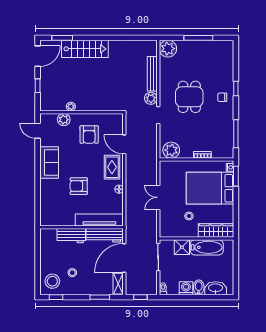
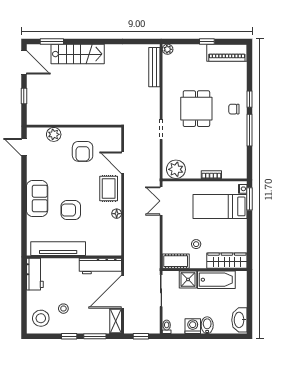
window: (198, 38) -> (207, 41), width x0.46
piano: (216, 48) -> (227, 53), added
plant: (168, 49) -> (168, 49), width x0.53, depth x0.53
door: (38, 56) -> (24, 62), hinge flipped
bench: (152, 74) -> (154, 67), moved
plant: (151, 98) -> (153, 110), removed
plant: (71, 107) -> (62, 120), removed
window: (236, 134) -> (250, 130), moved
sofa: (49, 162) -> (37, 198), moved
bed: (210, 188) -> (220, 206), width x0.67
double door: (158, 197) -> (161, 201), moved
tv unit: (99, 220) -> (58, 249), moved
cot: (171, 231) -> (176, 261), added
workbench: (71, 236) -> (35, 274), moved, turned -90
washbasin: (216, 288) -> (239, 320), moved, turned -90
window: (56, 297) -> (69, 336), moved

